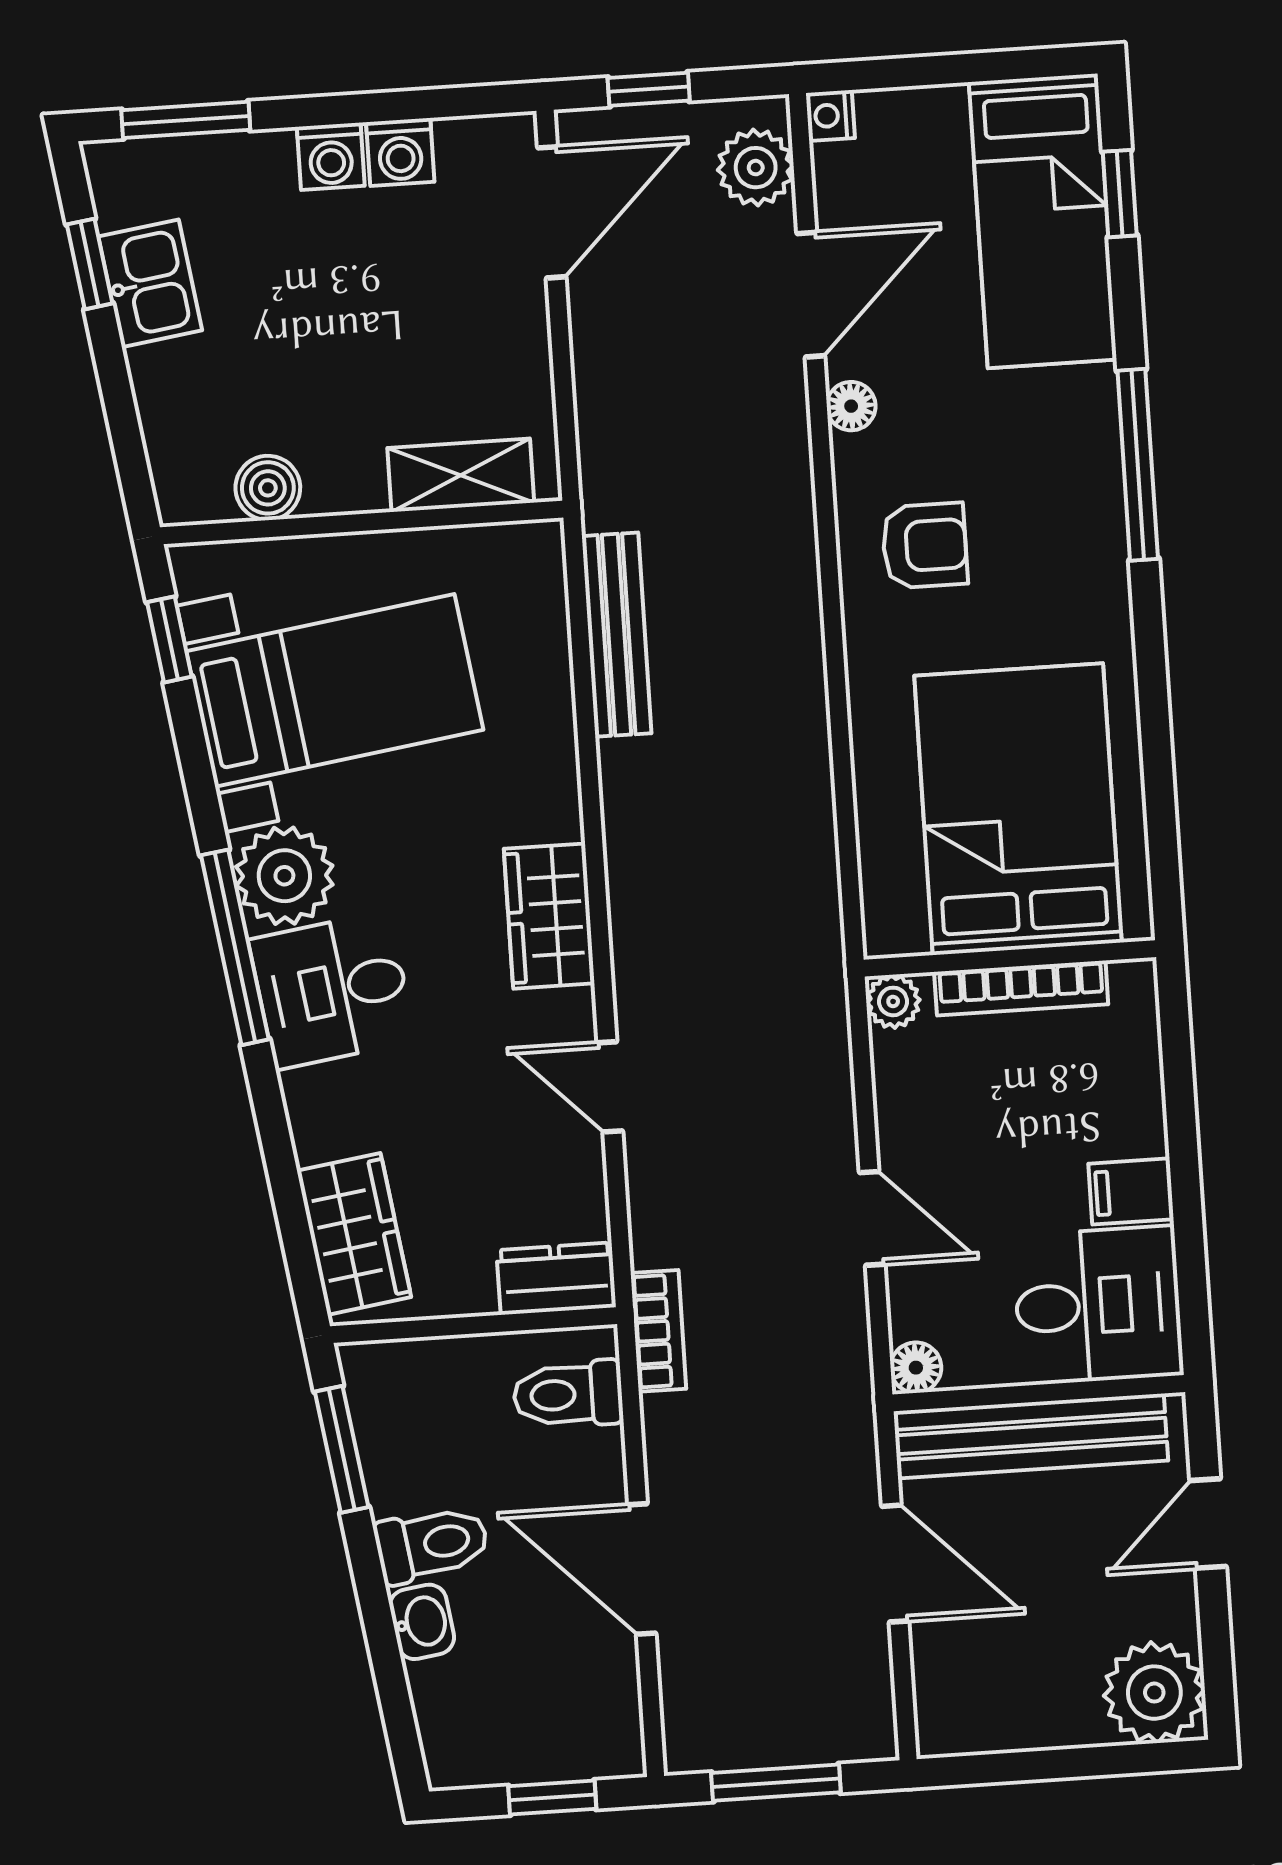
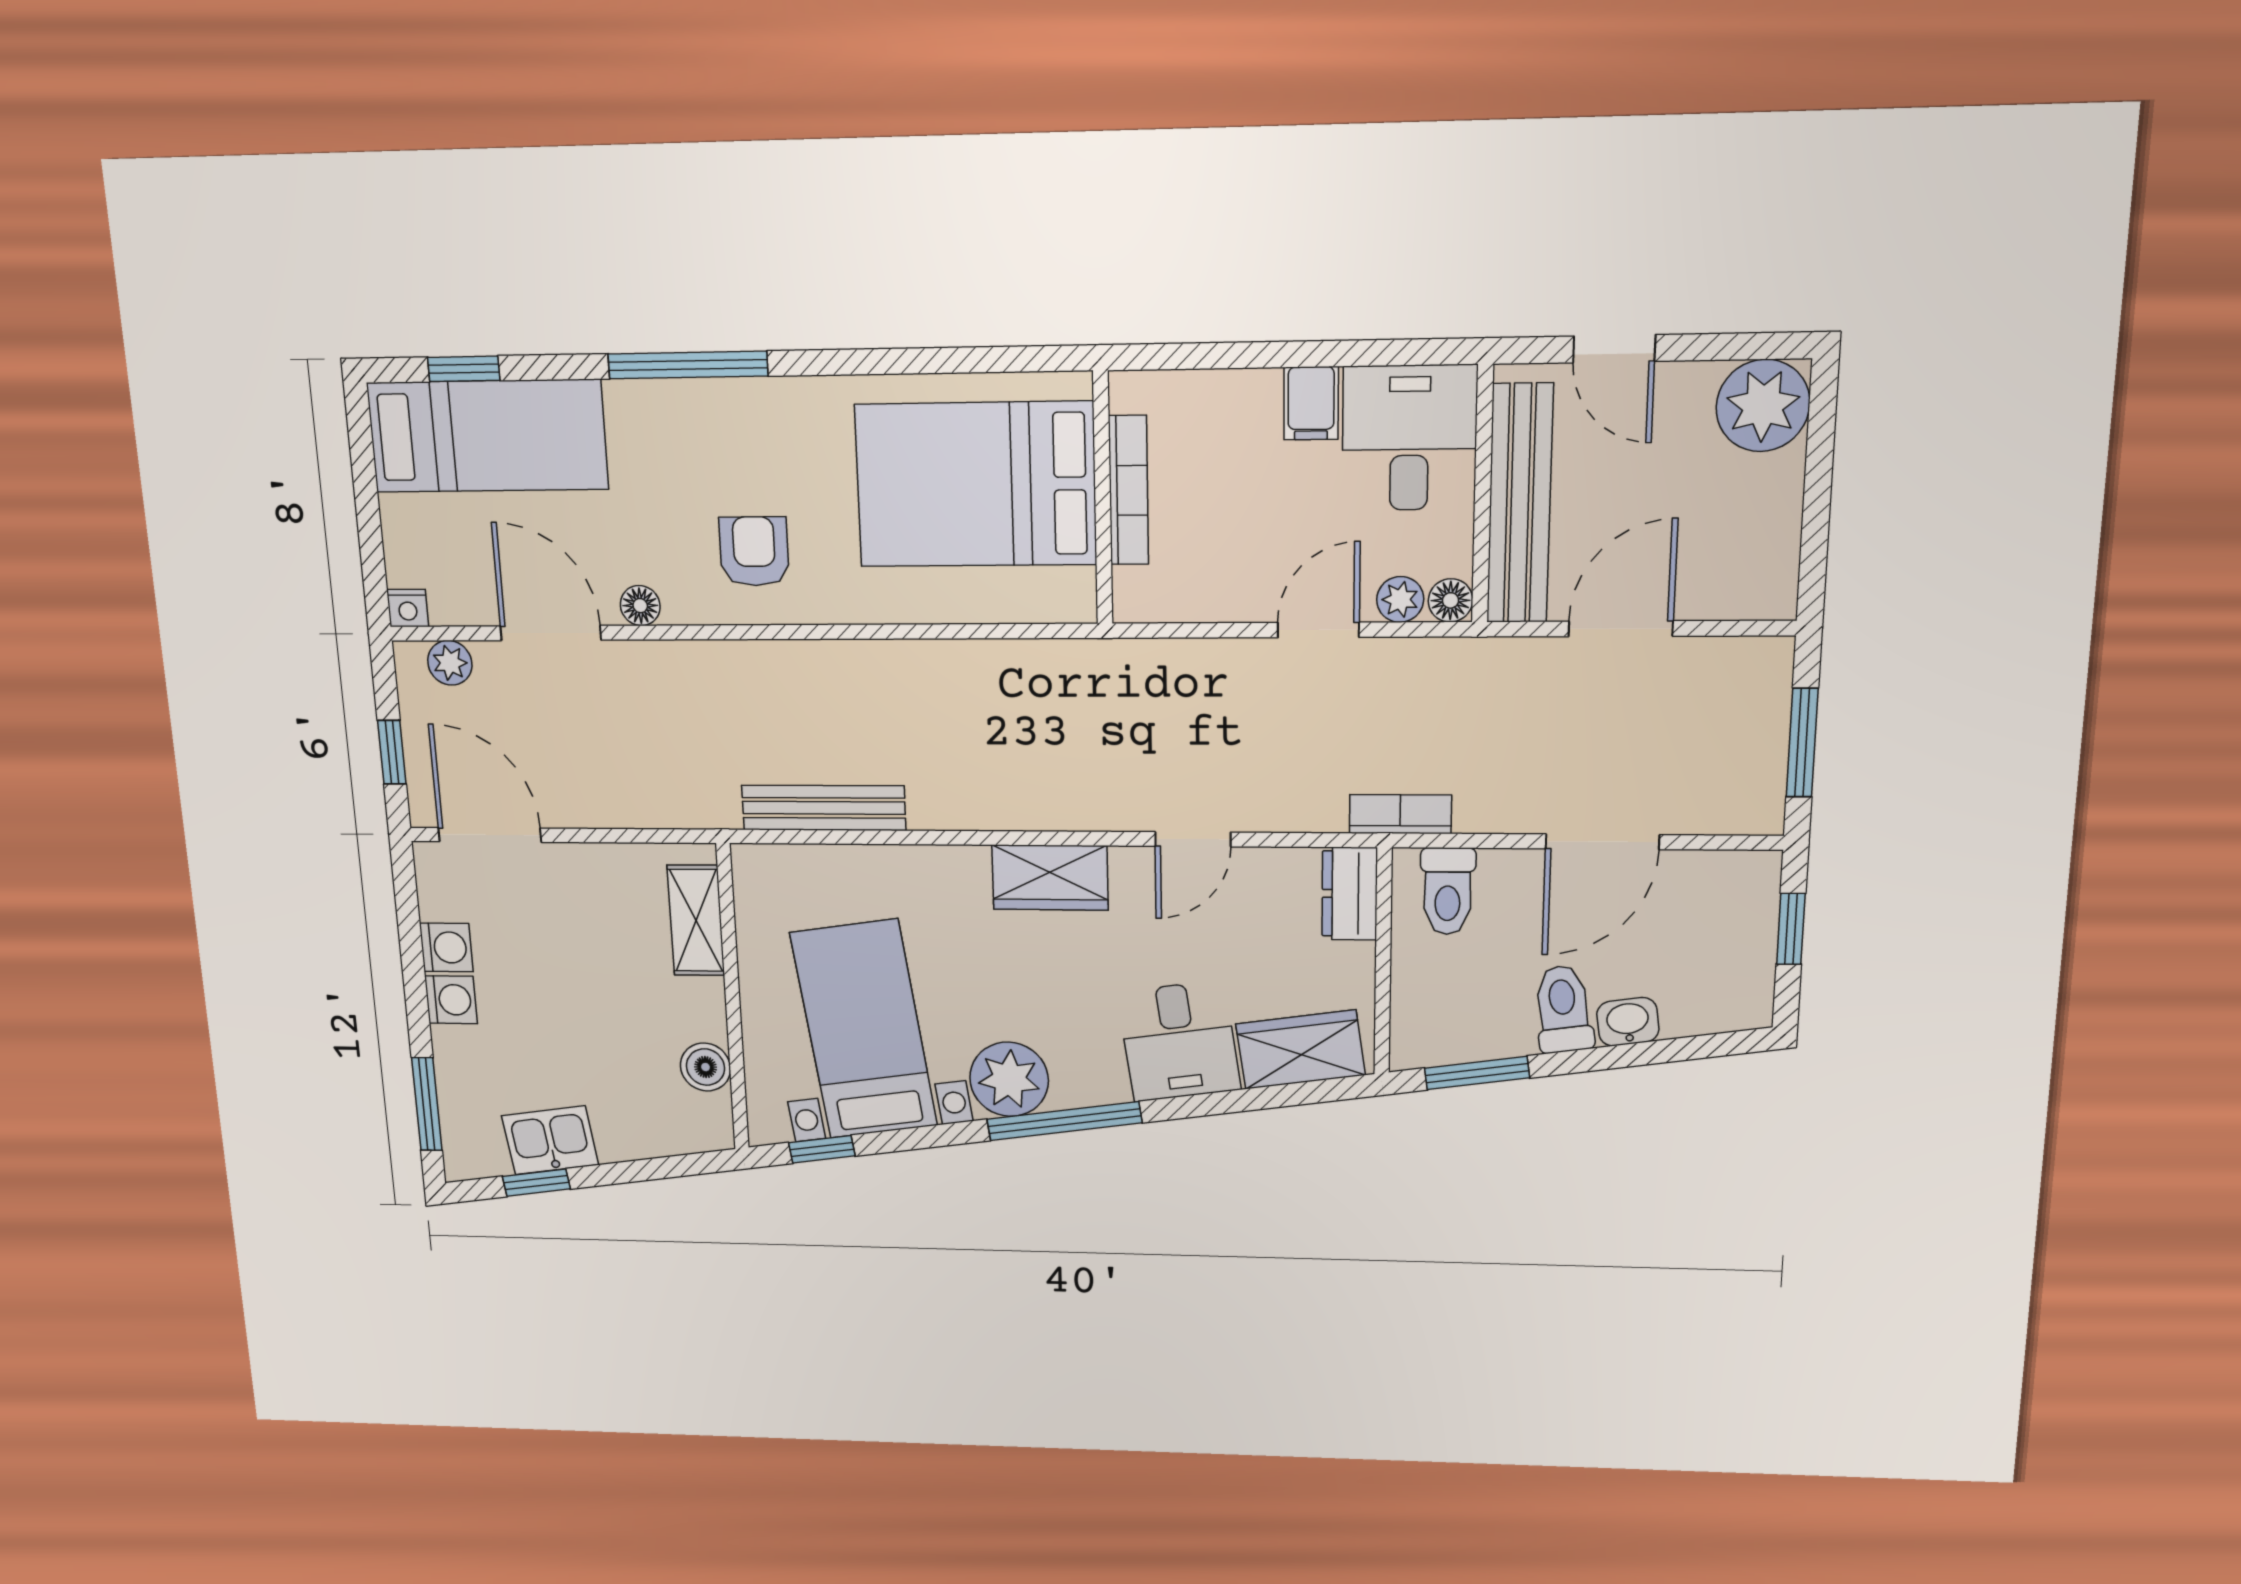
plant: (756, 168) -> (450, 663), width x0.73, depth x0.73
desk: (332, 990) -> (1179, 1041), moved
plant: (893, 1001) -> (1400, 599), moved

